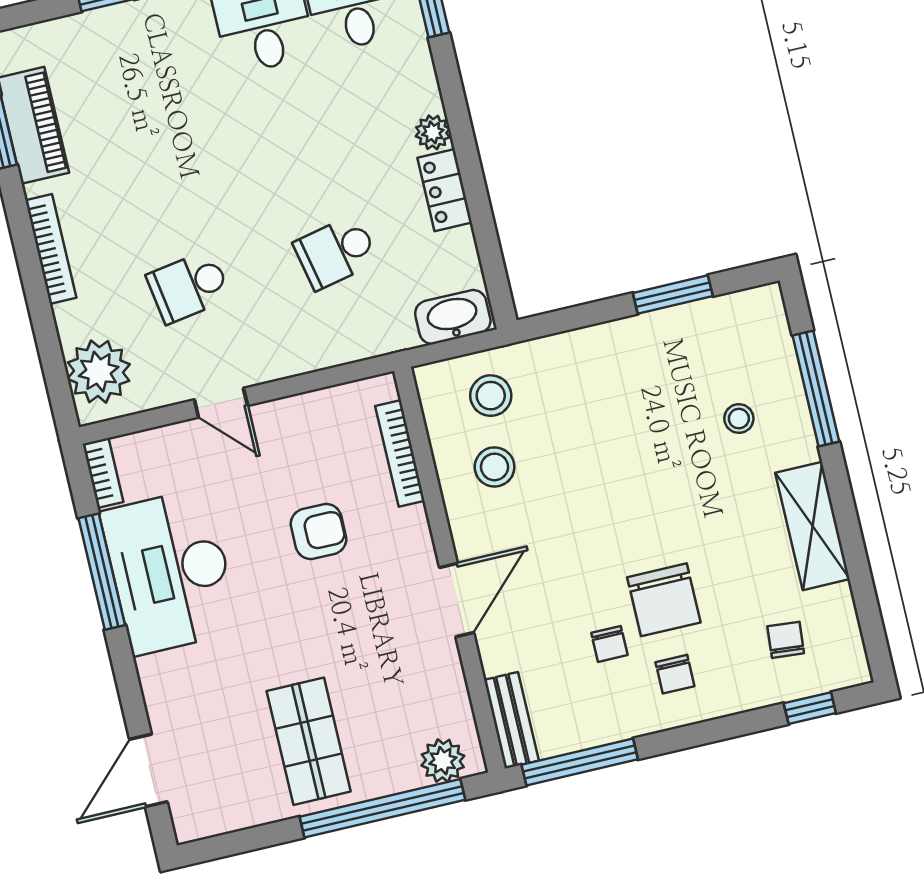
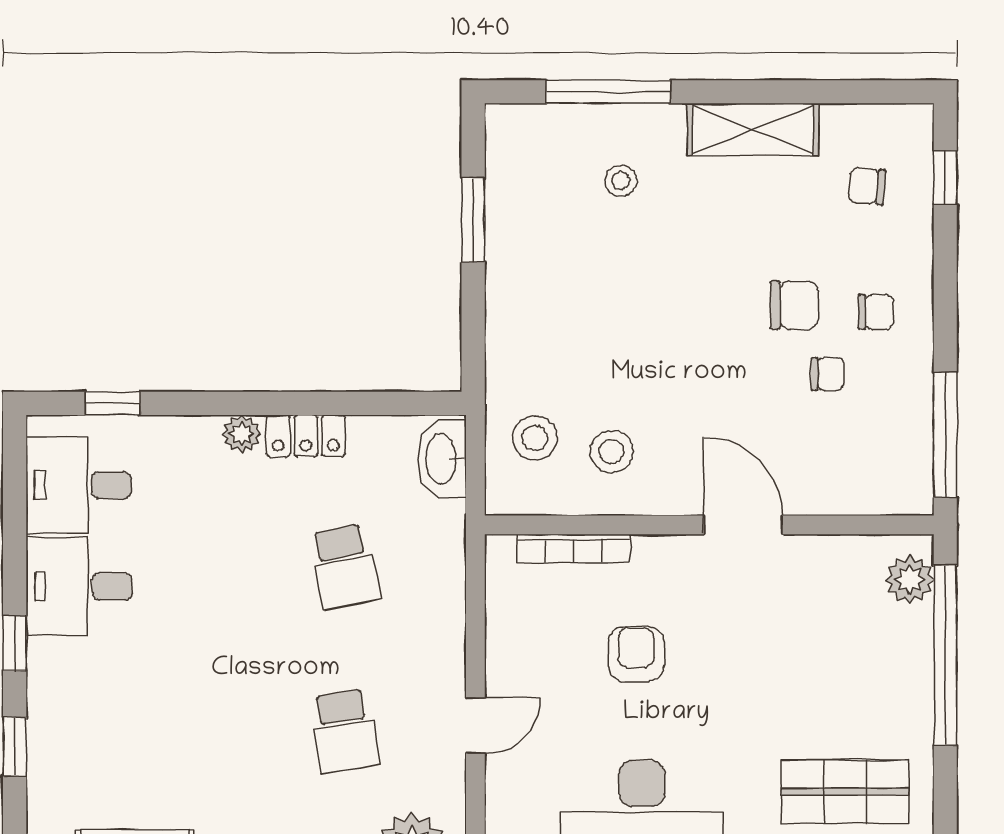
chair: (664, 600) -> (794, 305), width x0.73, depth x0.73
bench: (511, 720) -> (884, 497), removed
shop shelf: (309, 741) -> (845, 792), moved

